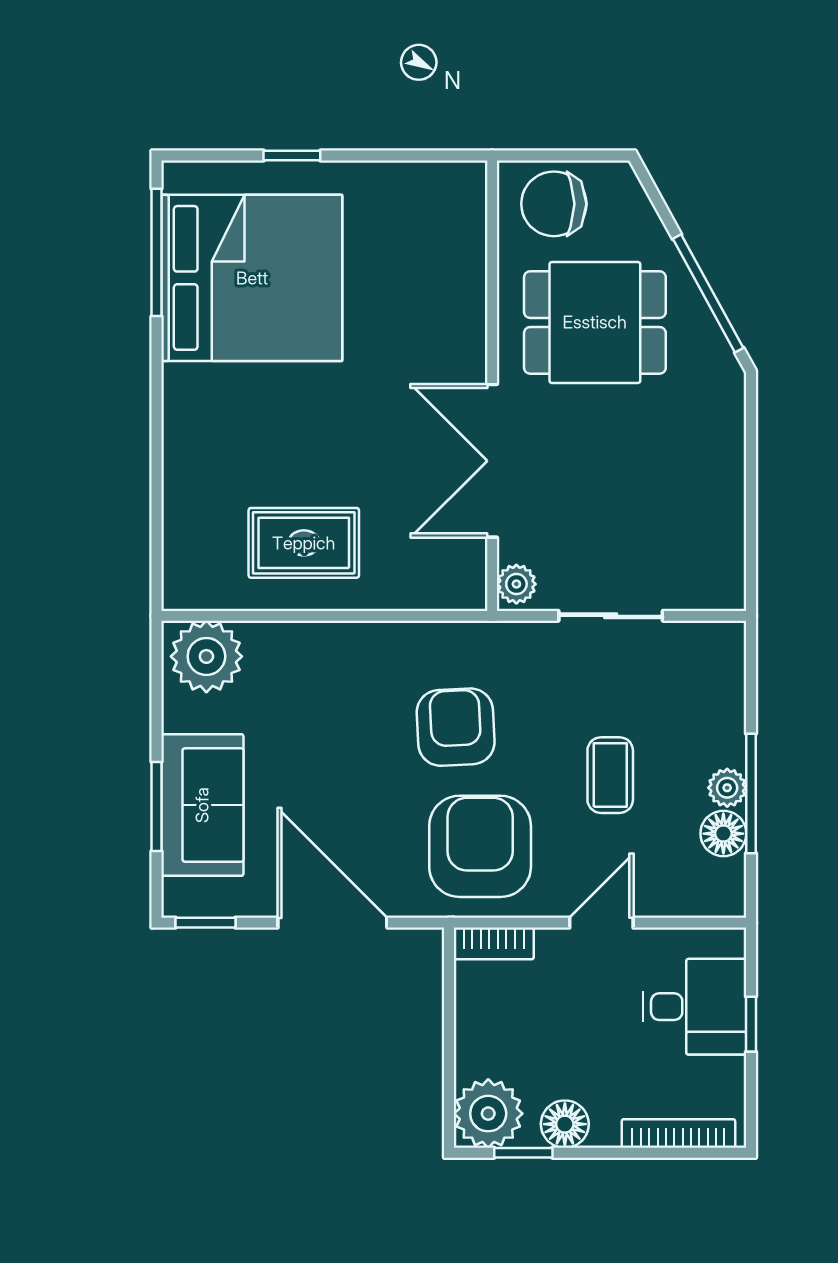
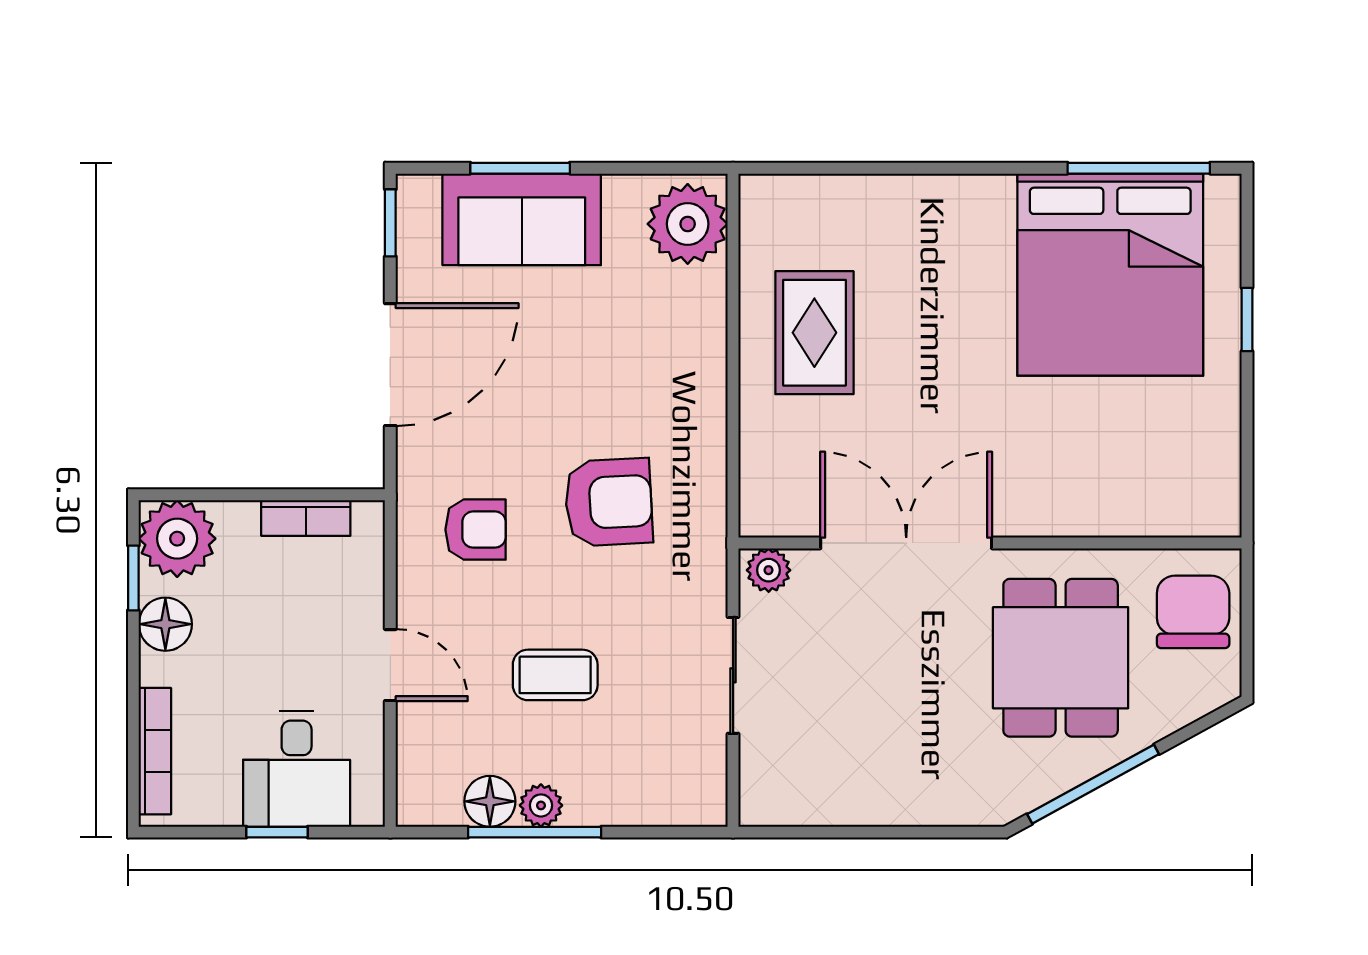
armchair: (480, 846) -> (476, 530), width x0.53, depth x0.53
bookcase: (494, 943) -> (306, 518), moved, turned -90

